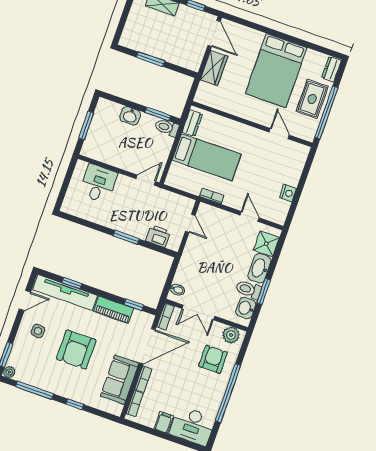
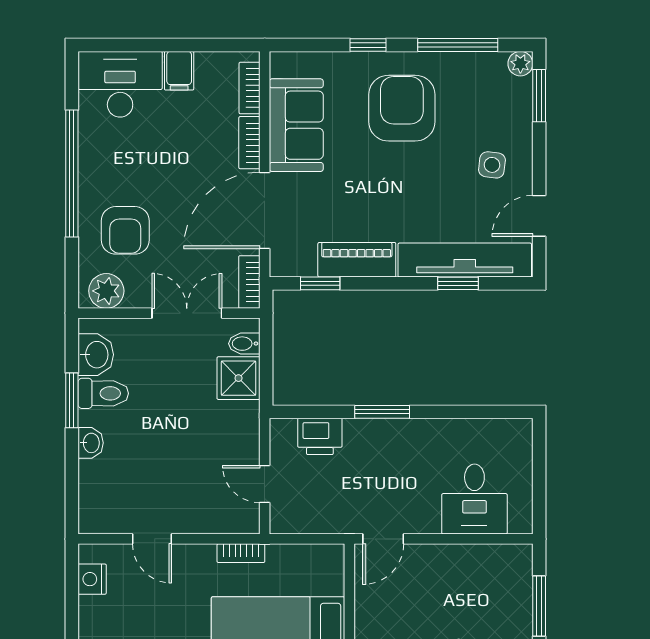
nightstand: (288, 193) -> (92, 579), moved
shower: (266, 244) -> (239, 378), moved
washbasin: (259, 268) -> (91, 443), width x0.52, depth x0.69
armchair: (76, 350) -> (402, 108), moved

